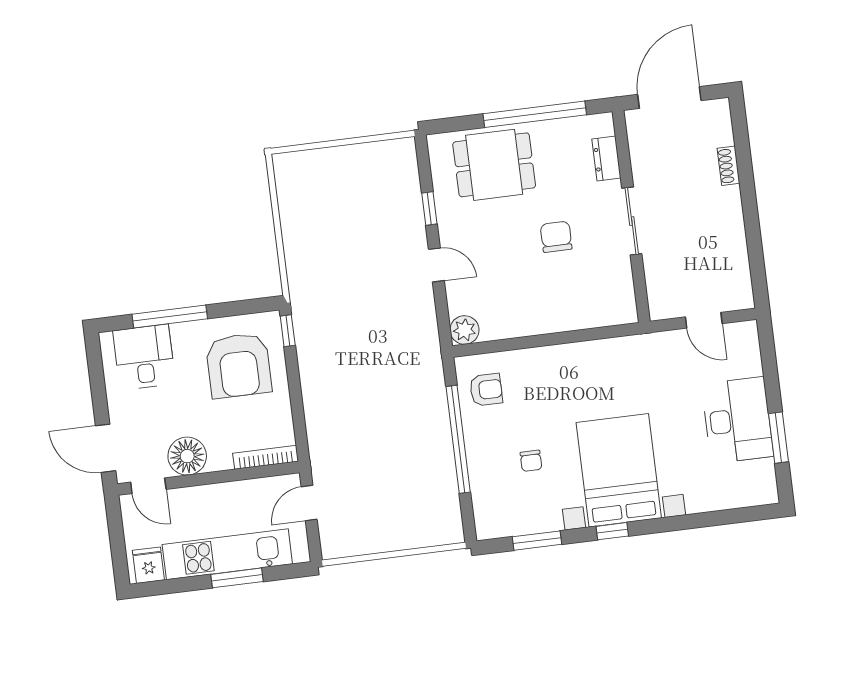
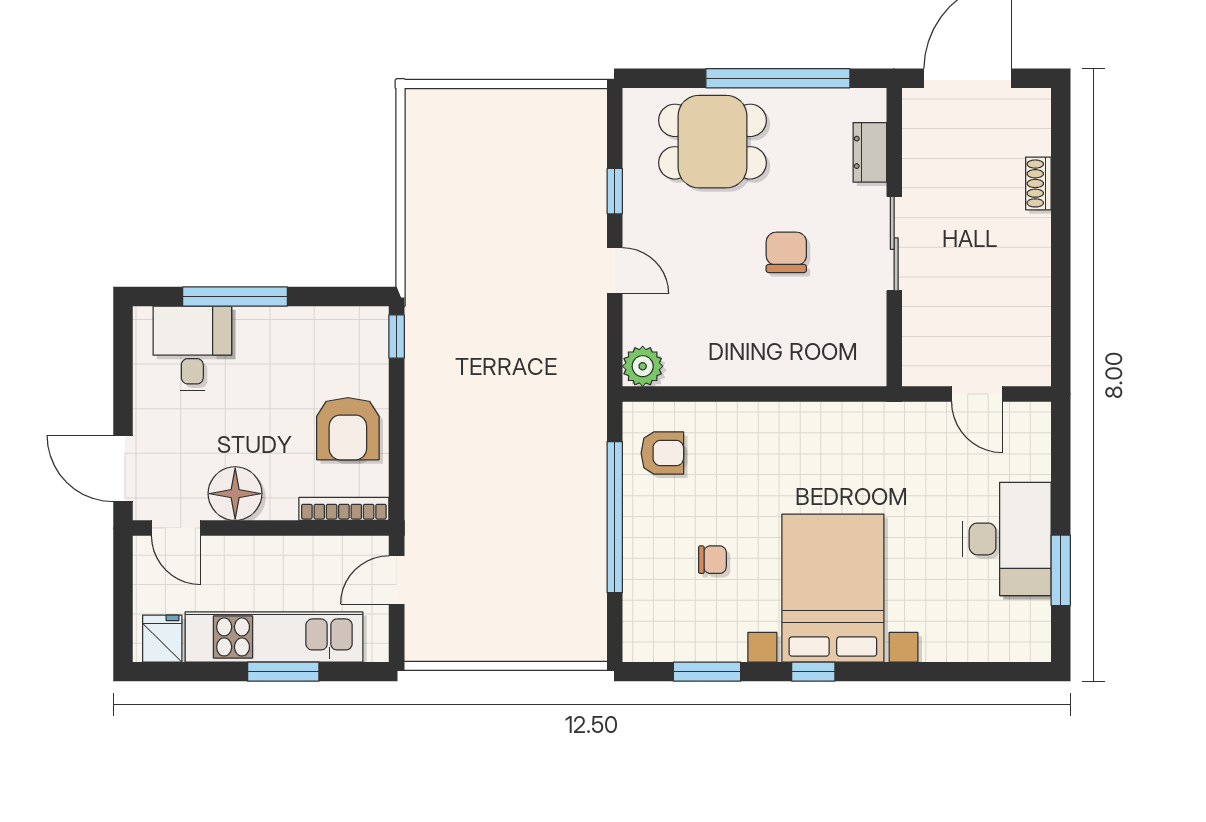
armchair: (239, 365) -> (348, 429), moved, width x0.73, depth x0.73
chair: (531, 461) -> (712, 560), turned -90

